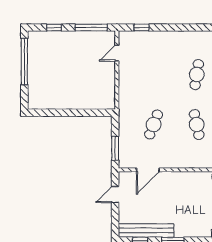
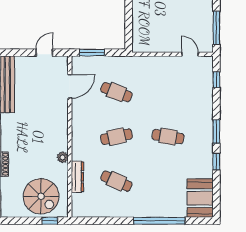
window: (192, 28) -> (216, 132), added
door: (148, 170) -> (70, 86), swing flipped
door: (115, 194) -> (44, 53), hinge flipped

